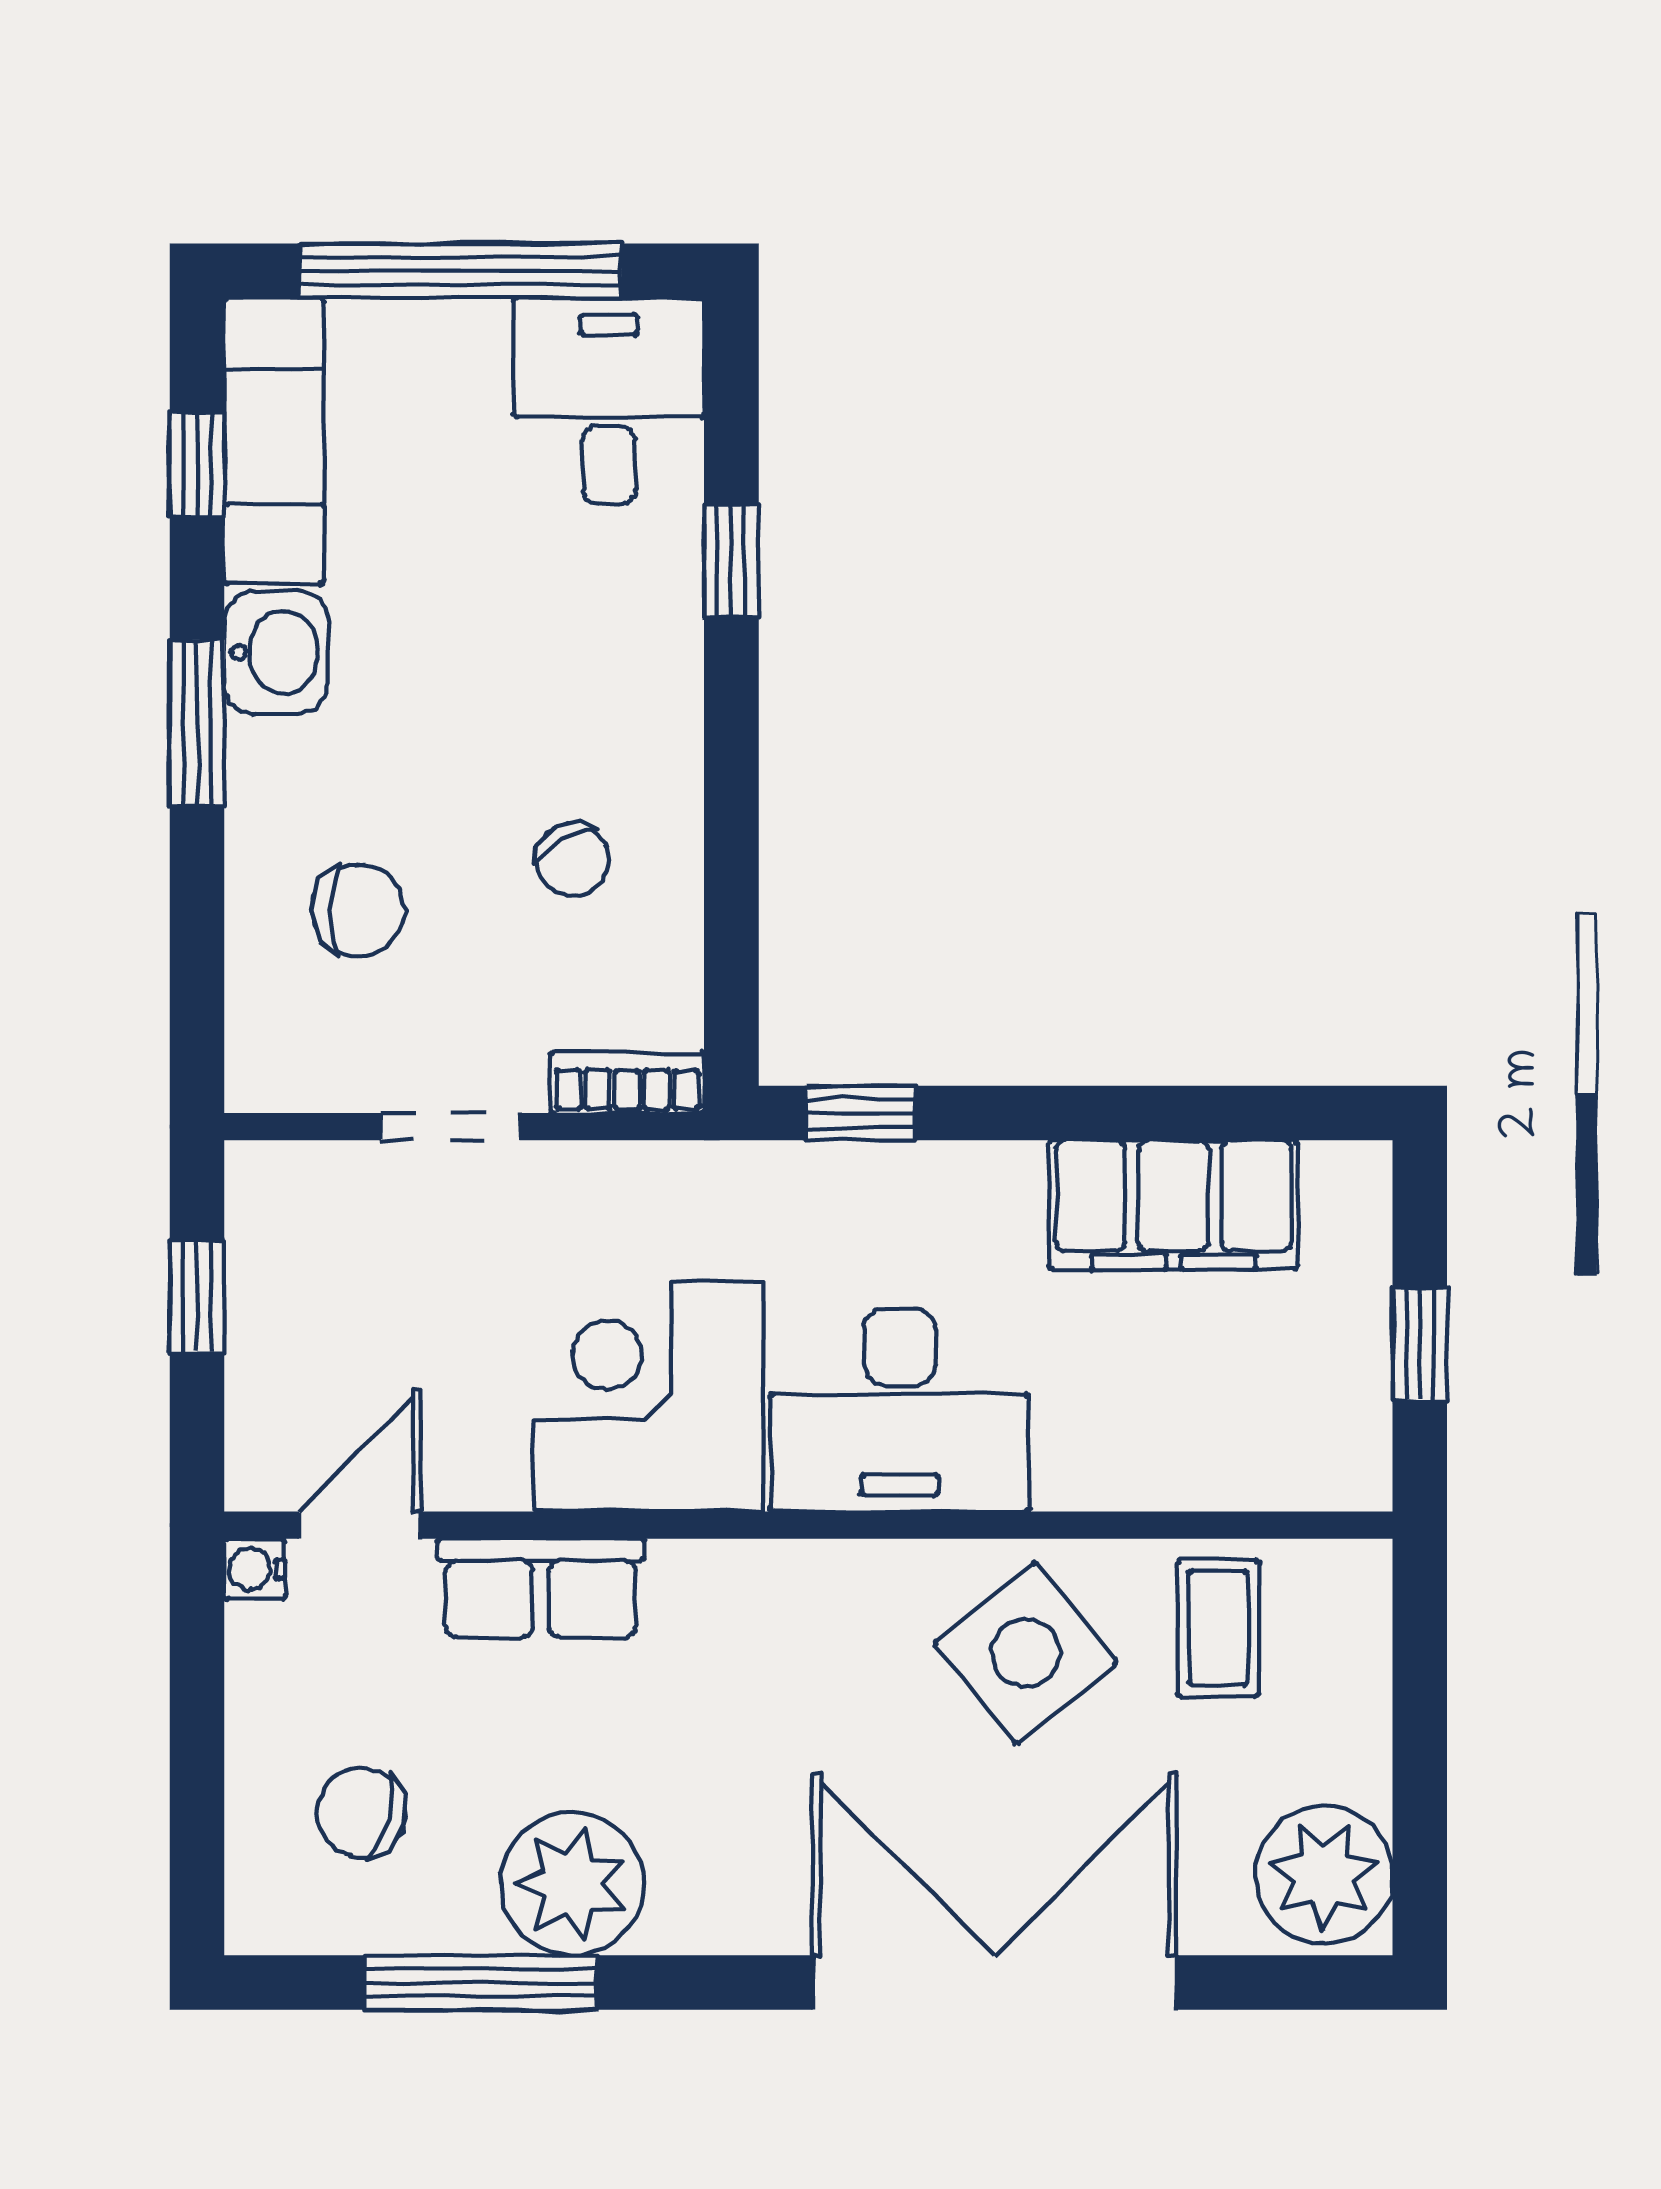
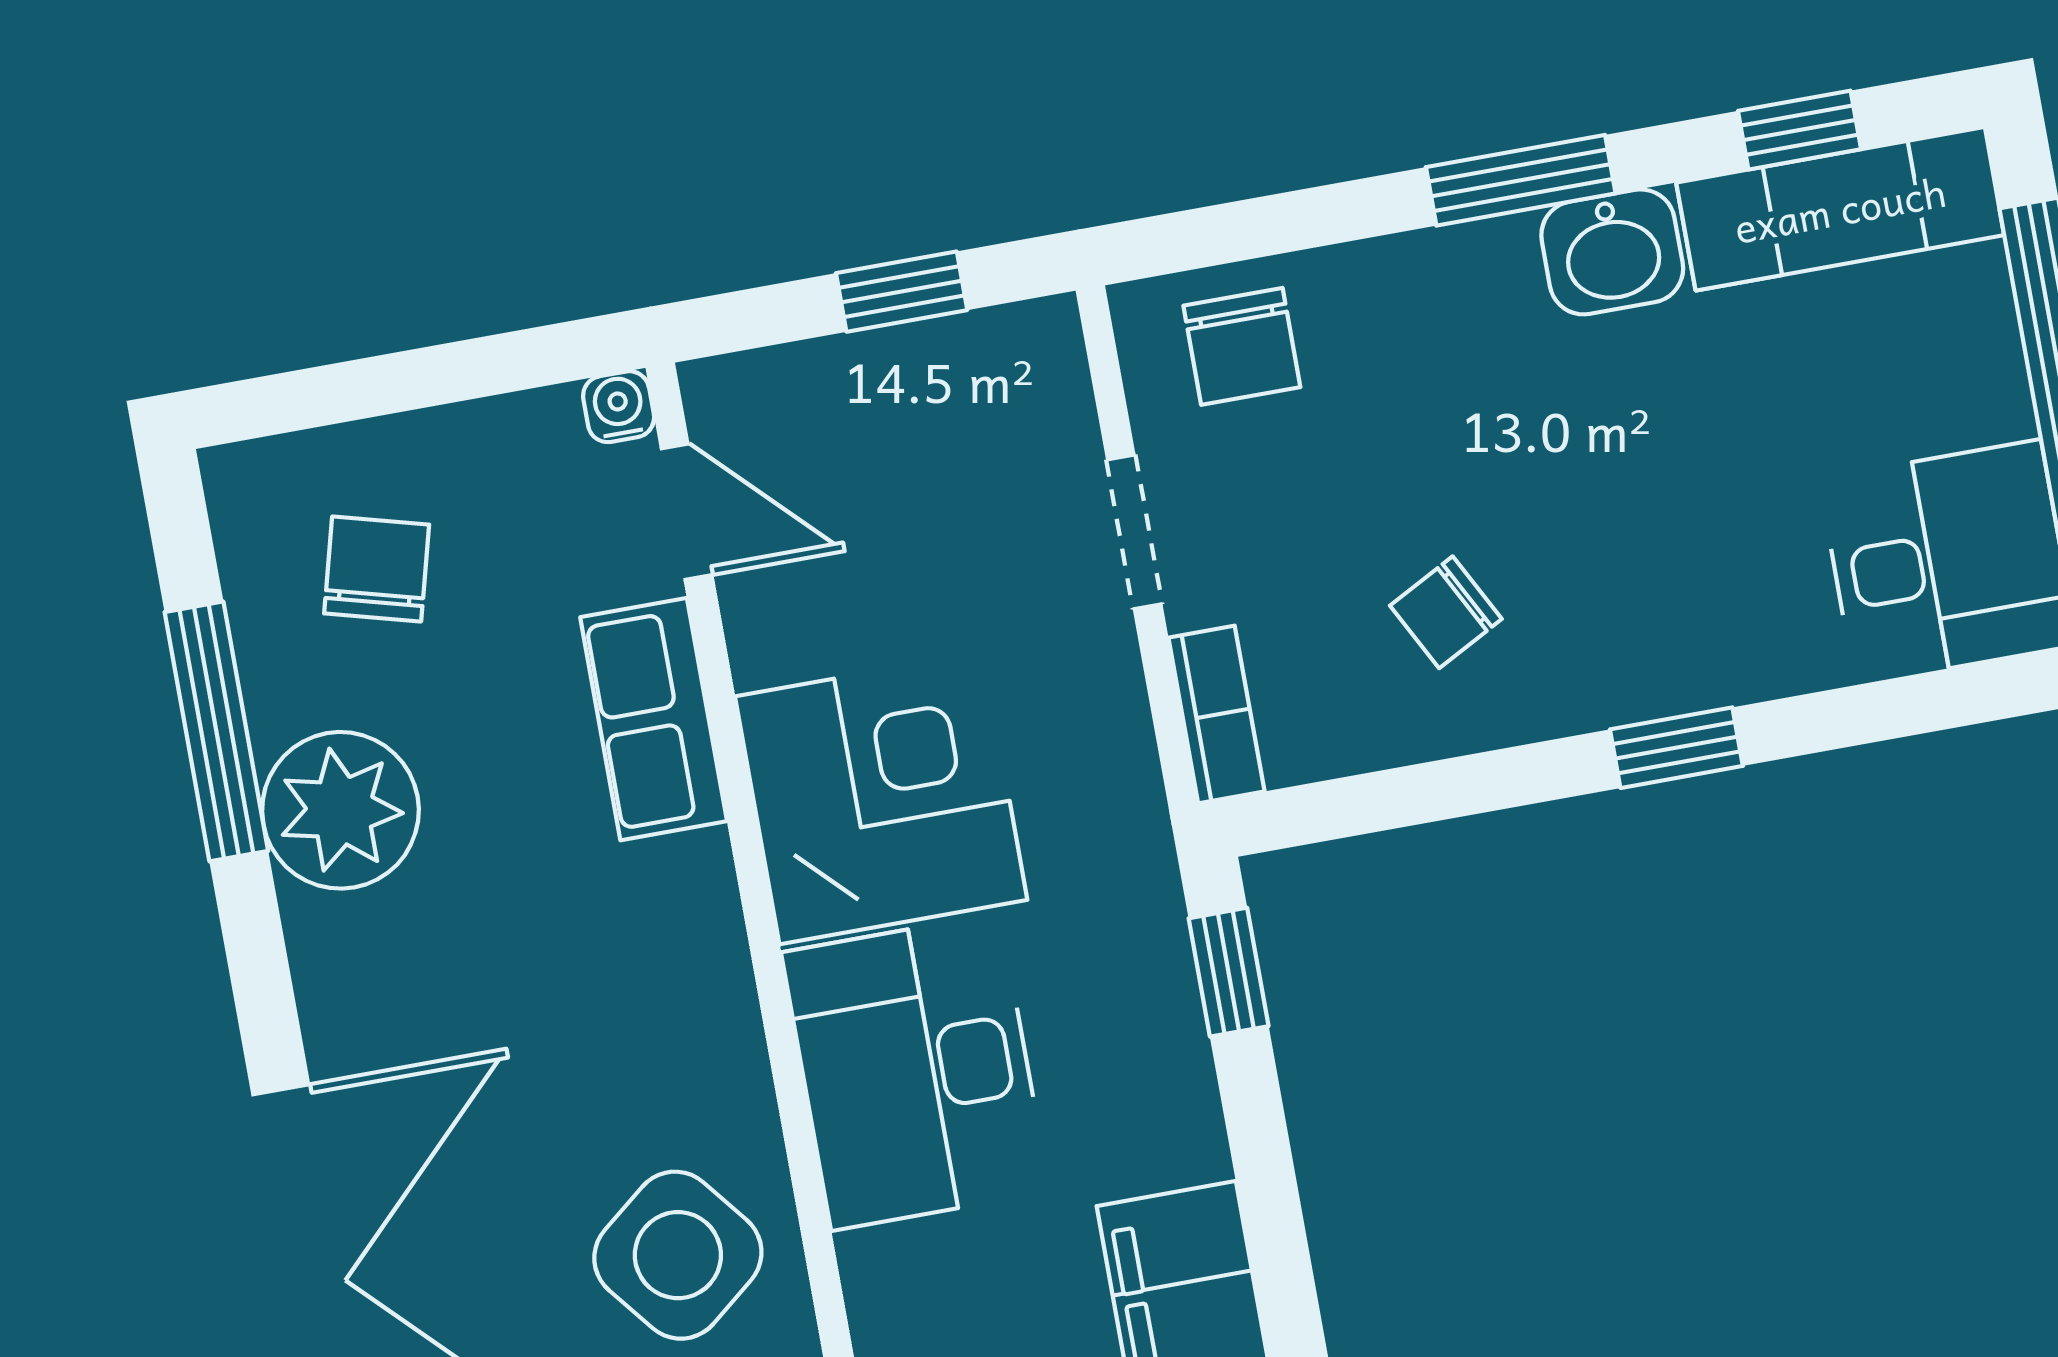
window: (731, 561) -> (1676, 748), moved
chair: (358, 910) -> (1242, 346), moved

